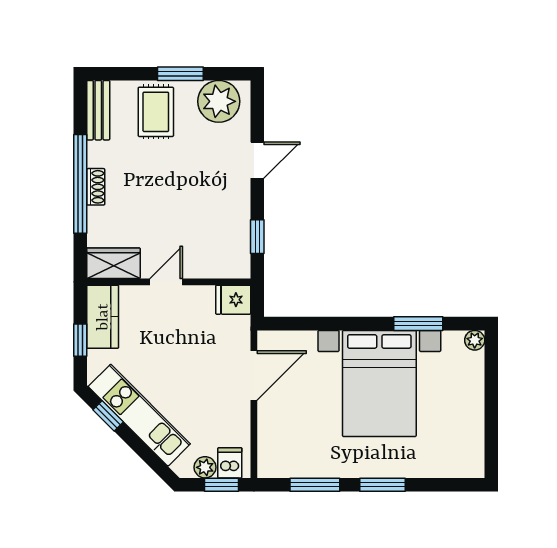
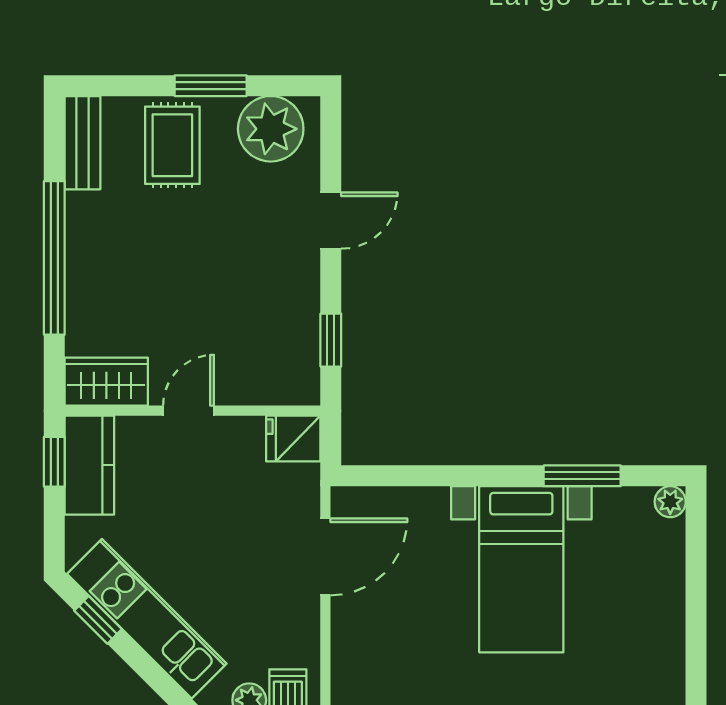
shoe rack: (96, 187) -> (79, 262), removed
window: (80, 340) -> (54, 462), moved
bed with nightstands: (379, 383) -> (521, 569), width x0.73

